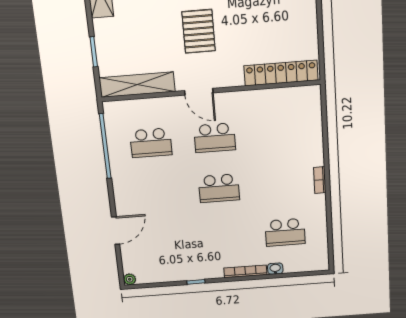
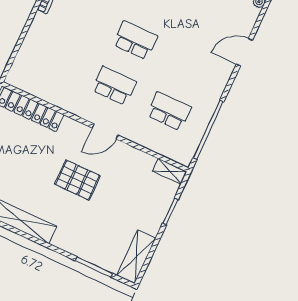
pallet: (199, 31) -> (77, 180), turned 90
shelving: (137, 85) -> (170, 171), width x0.45, depth x0.75
door: (199, 92) -> (105, 131), swing flipped

